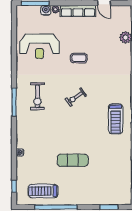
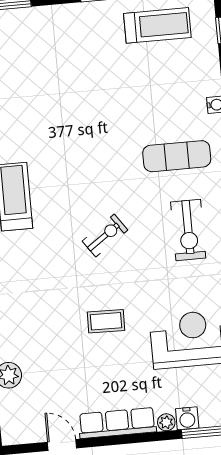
exercise bike: (37, 96) -> (188, 230), turned 180
exercise mat: (73, 160) -> (177, 156), moved

